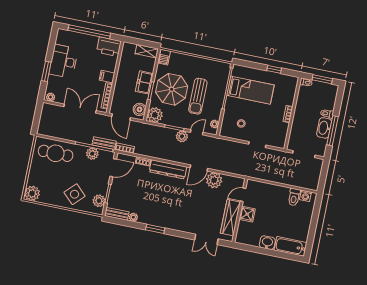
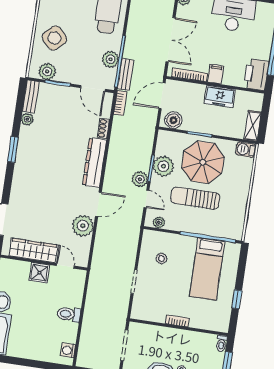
freezer: (144, 82) -> (220, 96), moved, turned 180
plant: (155, 115) -> (163, 166), moved
door: (199, 168) -> (98, 204), swing flipped
toilet: (294, 197) -> (69, 314), moved

